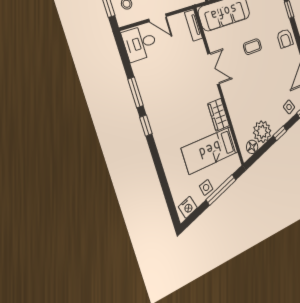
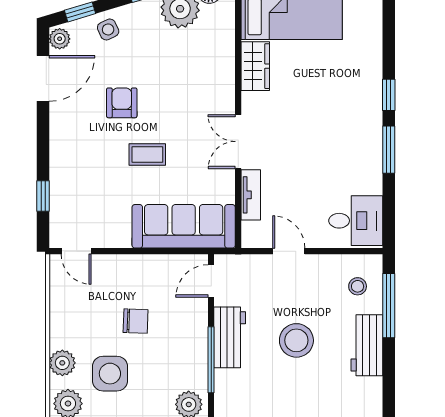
door: (158, 18) -> (289, 251), moved
tv unit: (194, 25) -> (251, 195), moved
armchair: (285, 38) -> (122, 103), moved

